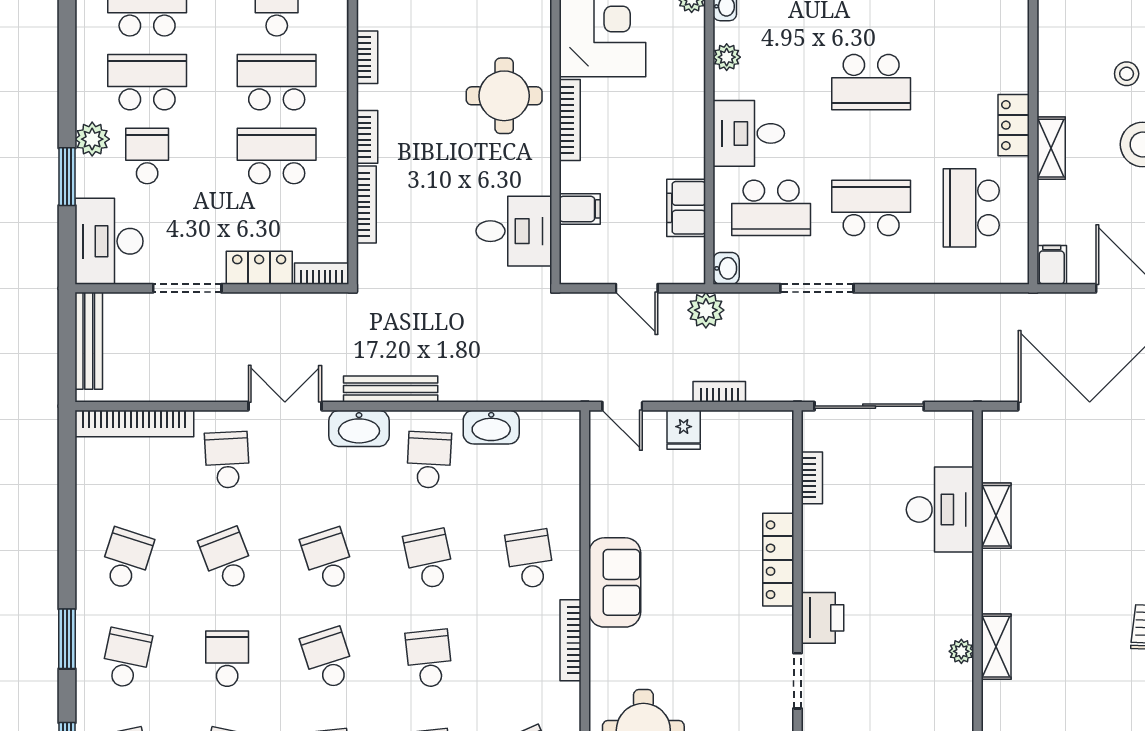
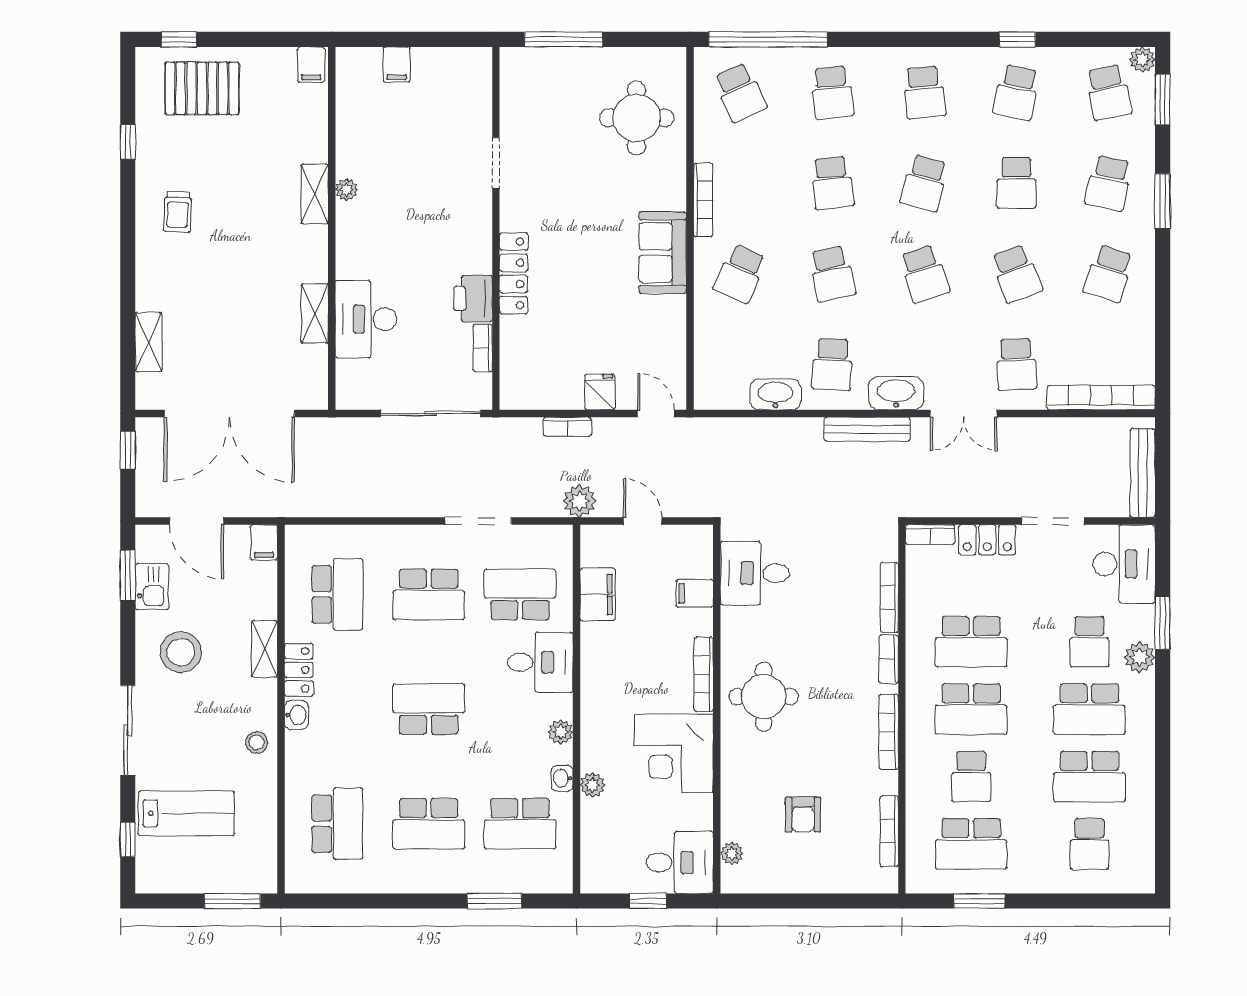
bookcase: (367, 57) -> (889, 732), width x1.56
stool: (1127, 74) -> (257, 742), moved
washbasin: (726, 268) -> (296, 715), moved, turned 180
school desk: (530, 559) -> (740, 274), turned 33
printer: (823, 618) -> (473, 298), moved
school desk: (328, 659) -> (924, 183), turned 33

